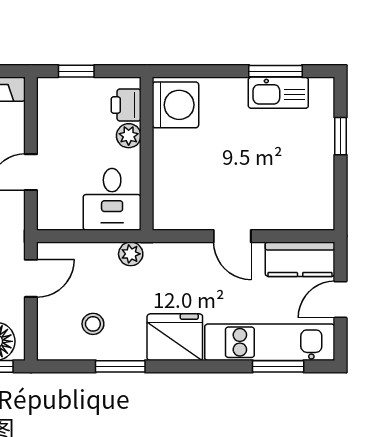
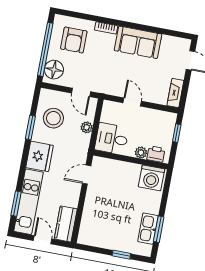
door: (232, 236) -> (87, 175), moved
plant: (131, 254) -> (87, 127), moved
stool: (93, 324) -> (53, 118), width x1.89, depth x1.89

